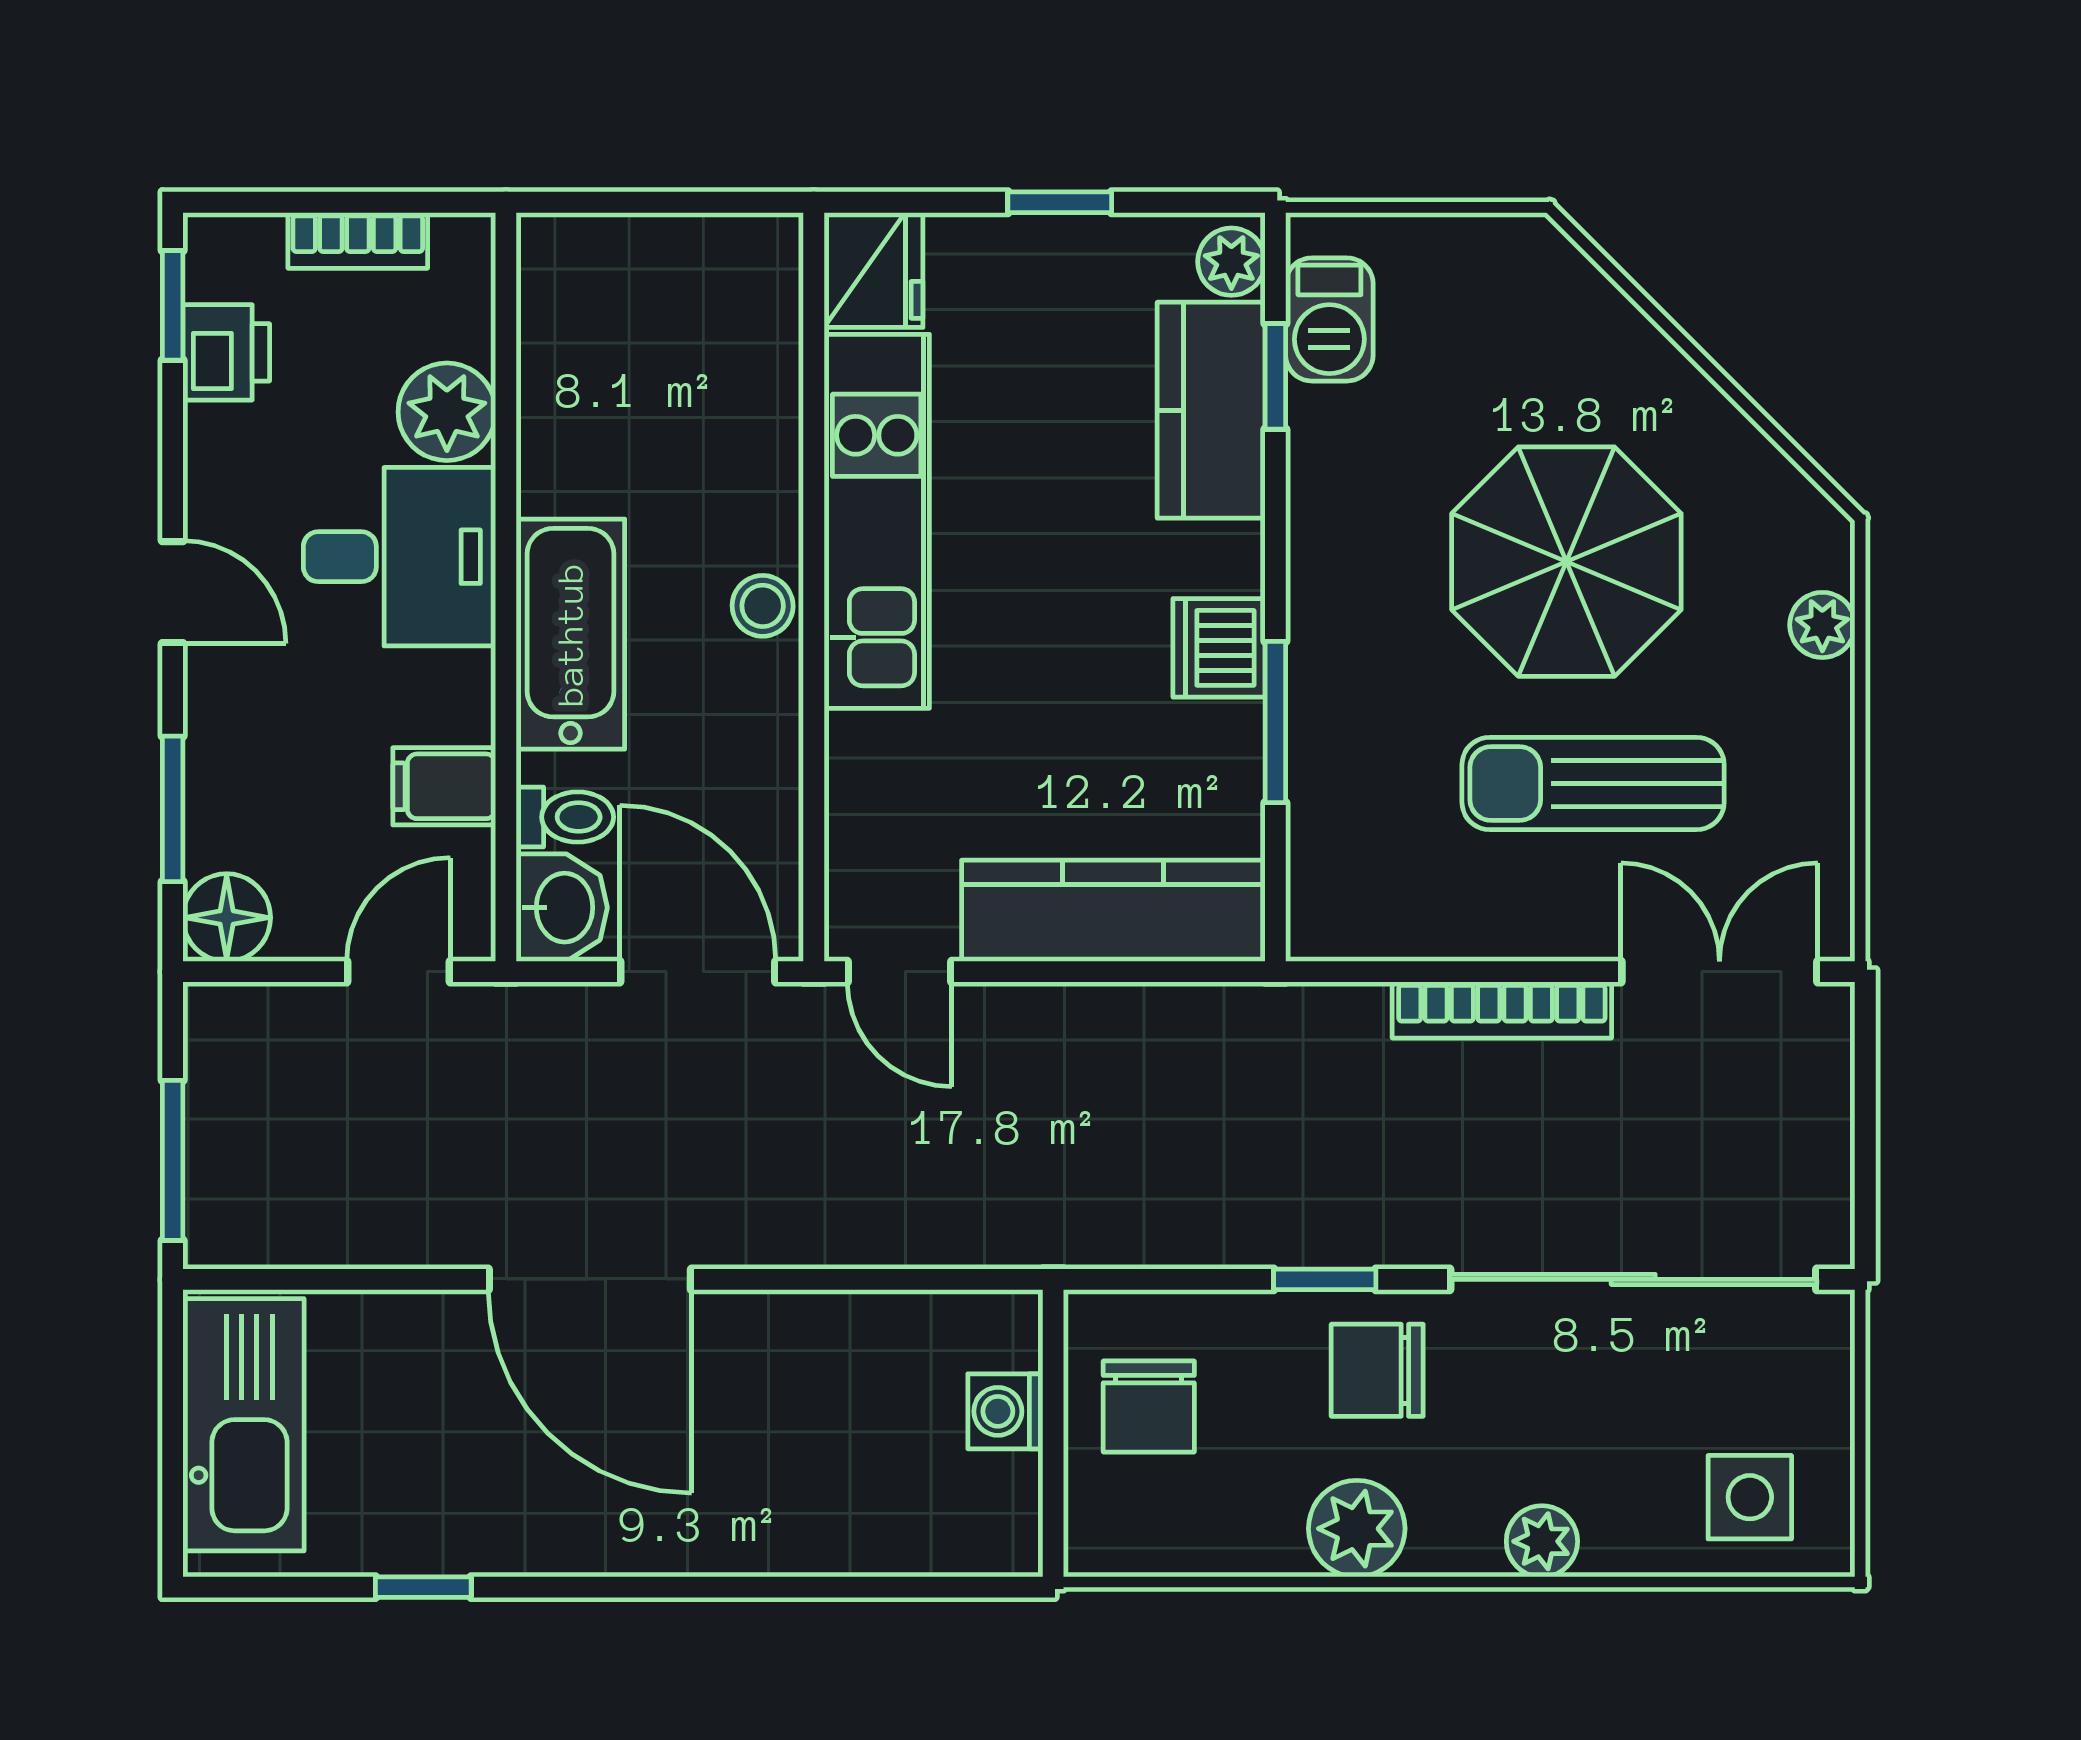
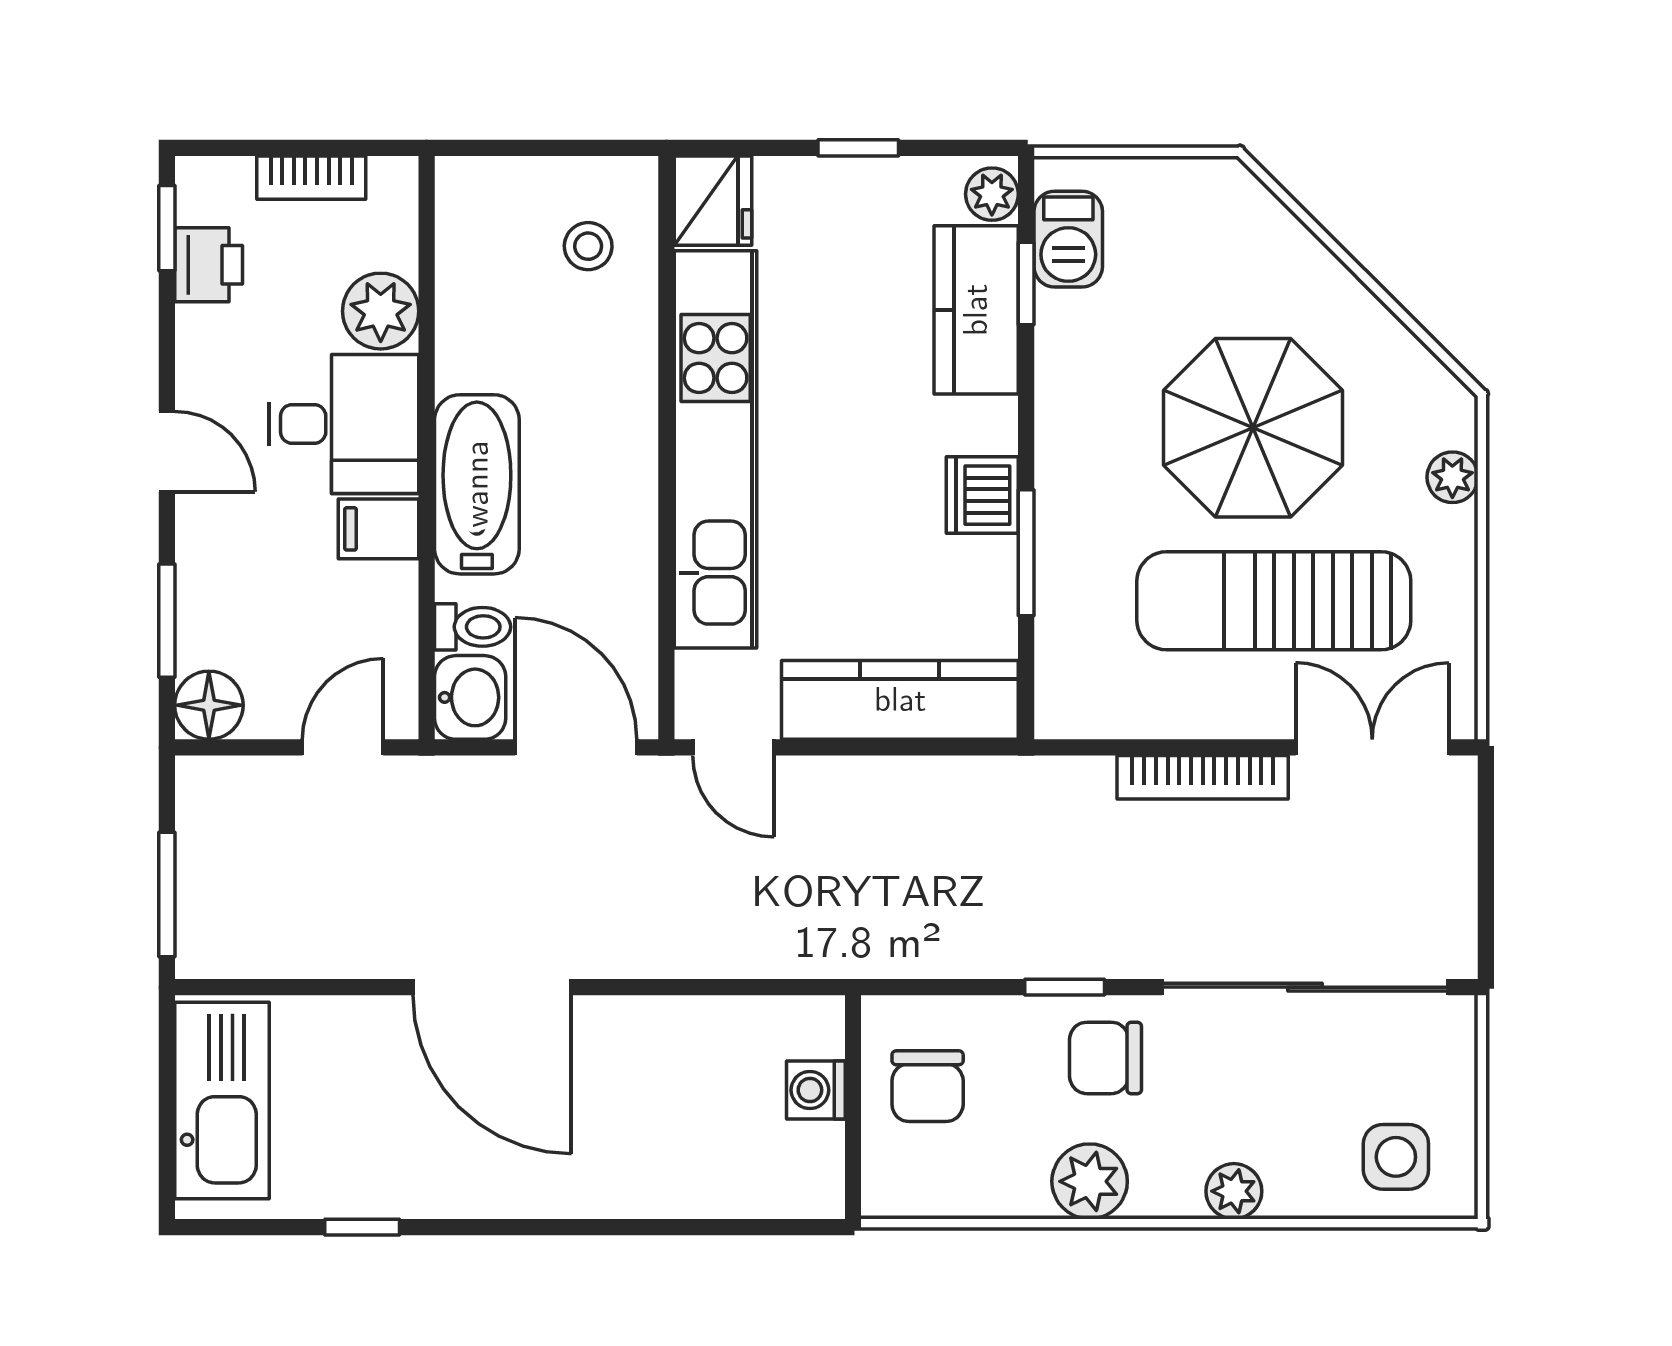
kitchen unit: (877, 521) -> (716, 449), width x1.36
stool: (763, 606) -> (588, 246), moved
sun lounger: (1593, 784) -> (1274, 601), width x1.36, depth x1.34
filing cabinet: (444, 786) -> (379, 529), moved

